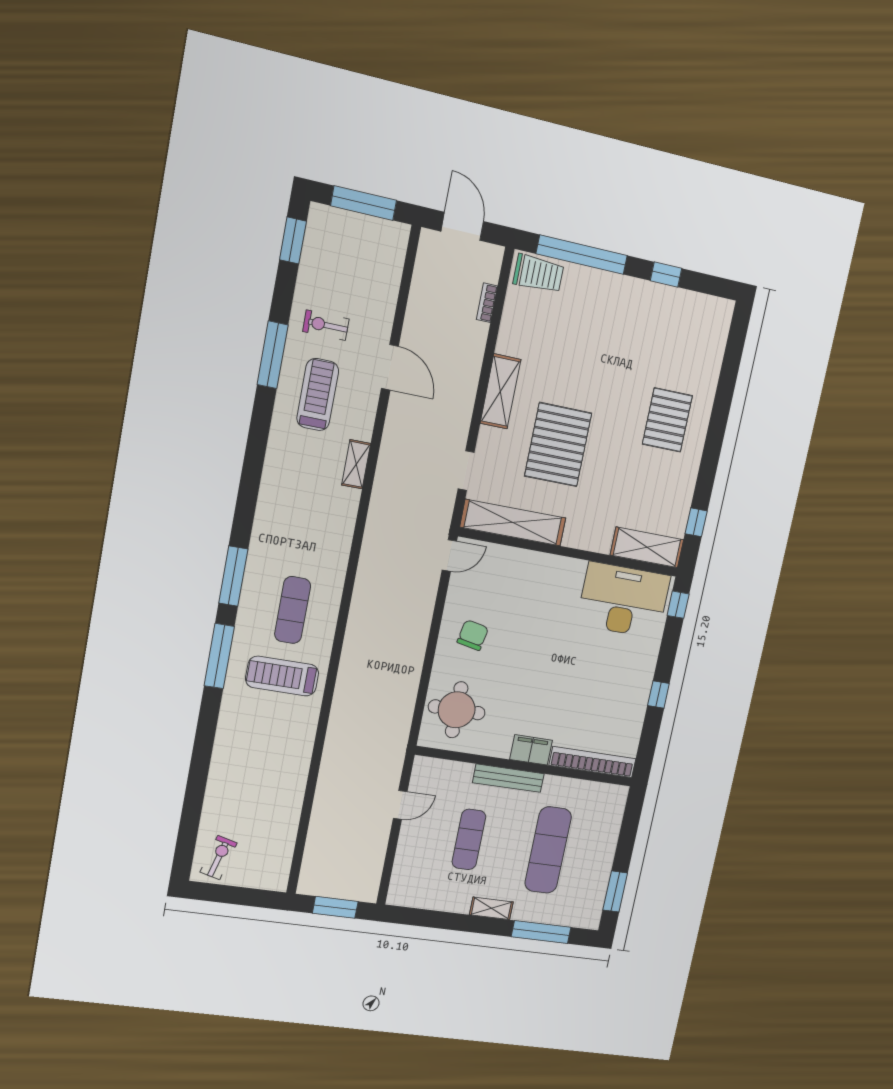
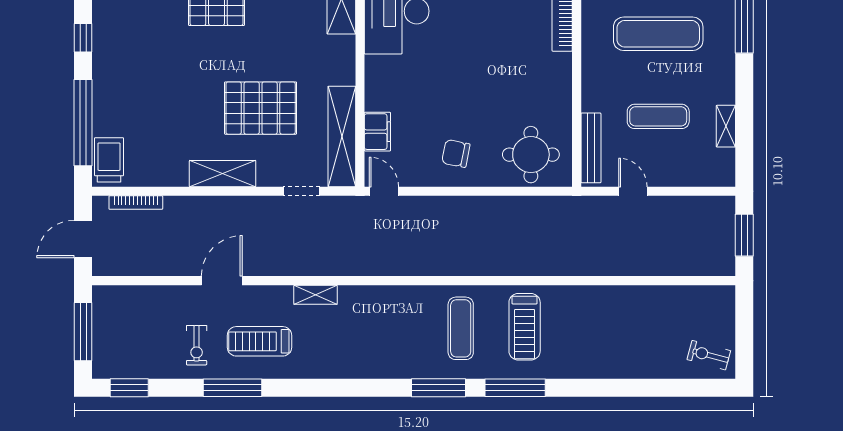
bookcase: (487, 303) -> (136, 203), width x1.56
exercise mat: (293, 610) -> (461, 328), turned 90
filing cabinet: (531, 750) -> (377, 132), moved, turned 180
bench: (508, 778) -> (591, 148), moved
shelving: (491, 908) -> (726, 126), moved

